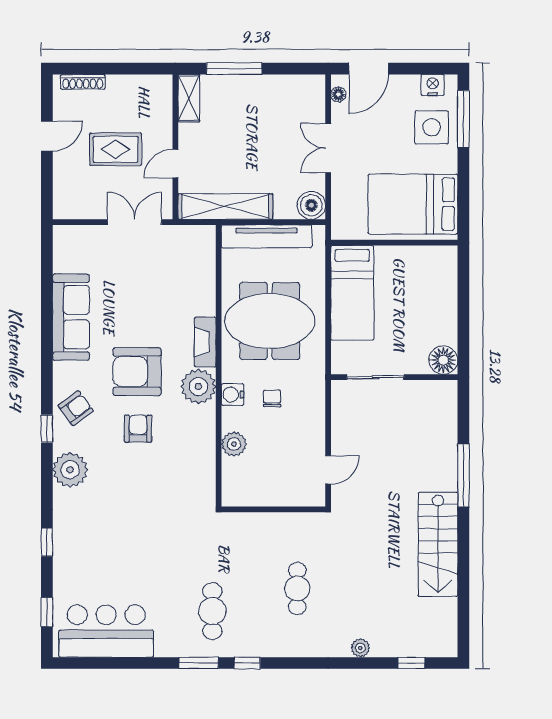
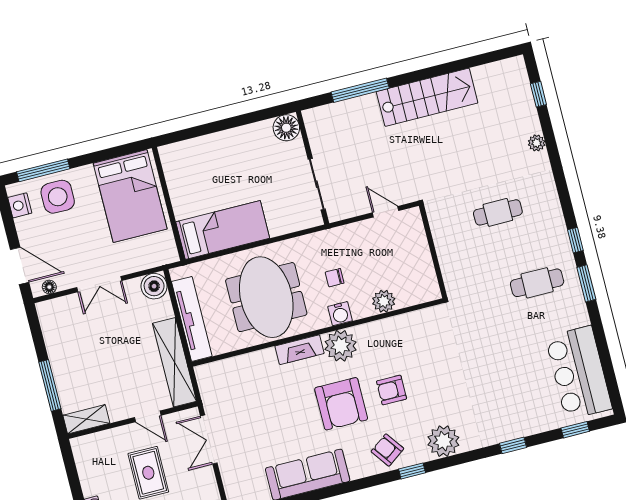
floor lamp: (443, 360) -> (286, 128), moved
sliding door: (376, 377) -> (317, 184), moved
wall: (394, 377) -> (313, 168), moved

